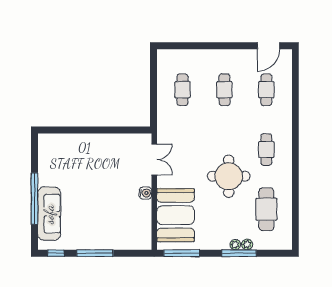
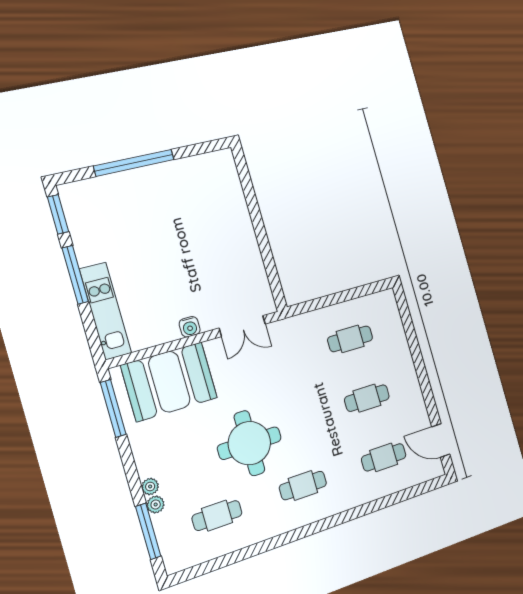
cafe table: (266, 209) -> (217, 516), width x0.73, depth x0.74
sofa: (49, 214) -> (117, 190), removed
kitchen unit: (122, 241) -> (105, 311), added
window: (56, 253) -> (58, 214), width x1.50
window: (239, 253) -> (148, 531), moved

